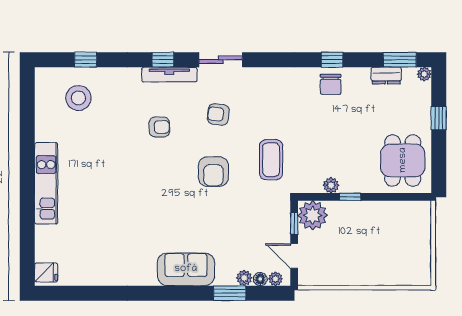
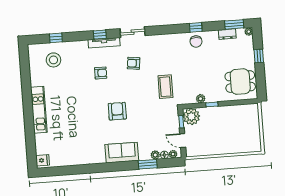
dining table: (403, 160) -> (240, 82), turned 90
armchair: (213, 172) -> (117, 111), moved, turned 180

